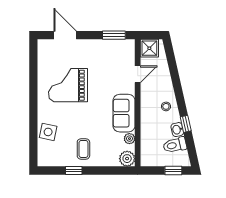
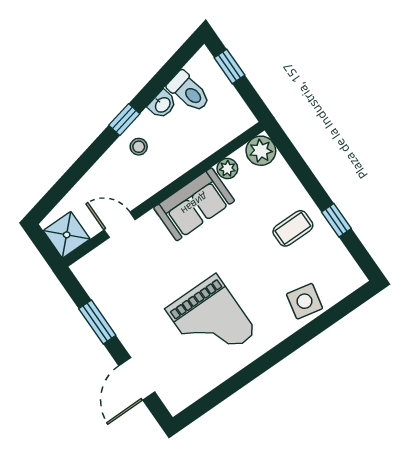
window: (114, 35) -> (97, 322), moved
window: (186, 124) -> (124, 120), moved

